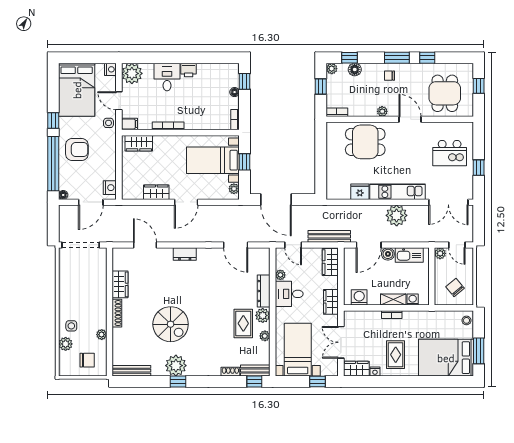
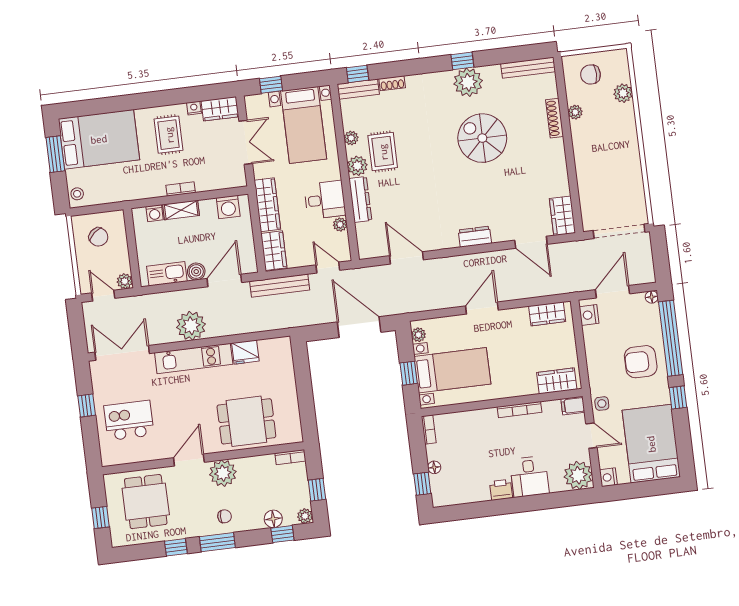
plant: (382, 111) -> (223, 473), width x1.87, depth x1.87
door: (410, 119) -> (189, 460), swing flipped
wardrobe: (156, 192) -> (547, 314), moved
wardrobe: (120, 284) -> (562, 216), moved
wardrobe: (331, 302) -> (267, 205), width x1.50
shoe rack: (117, 313) -> (555, 118), moved
side table: (71, 326) -> (618, 119), removed

